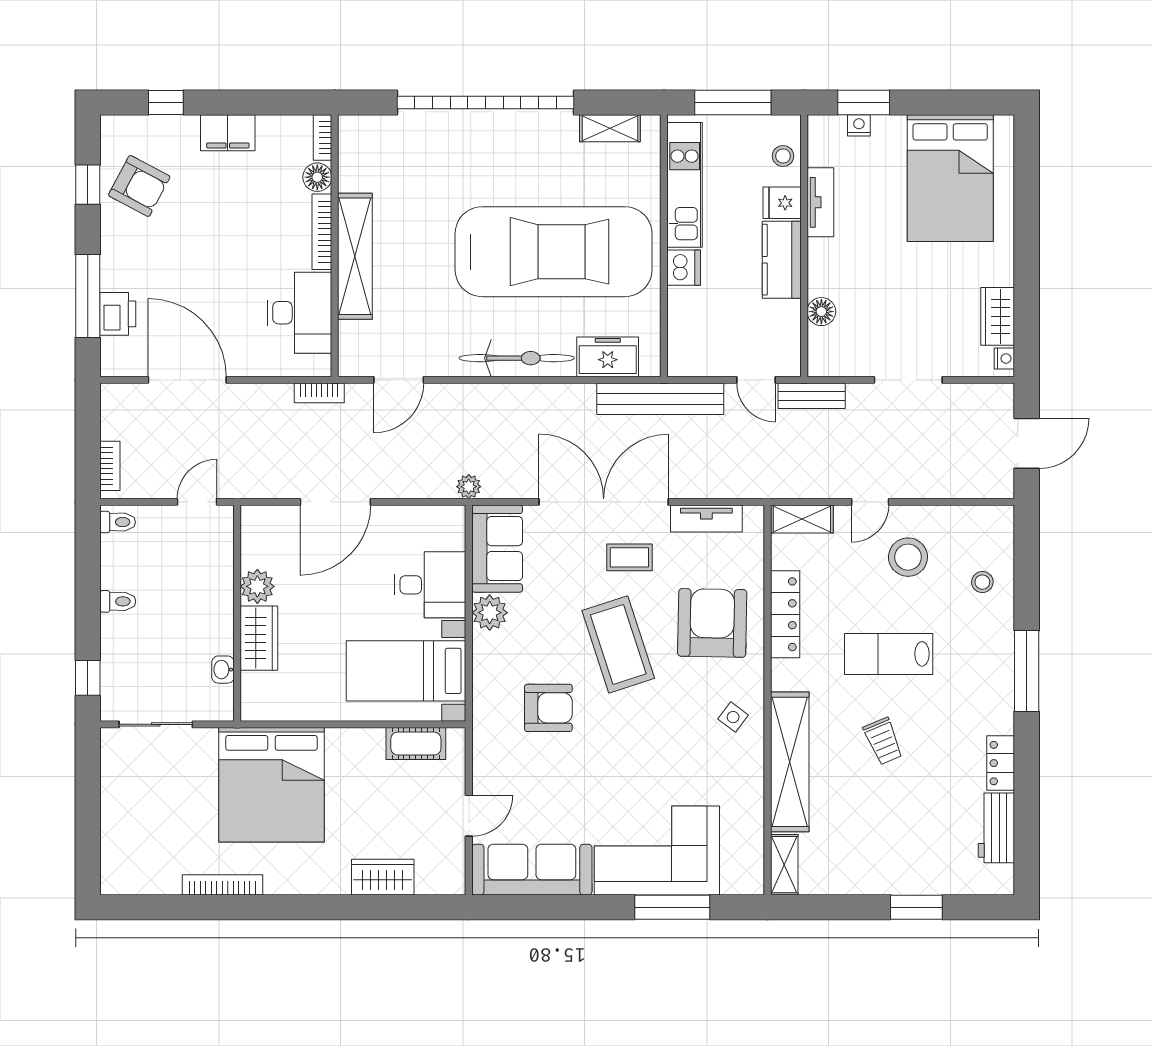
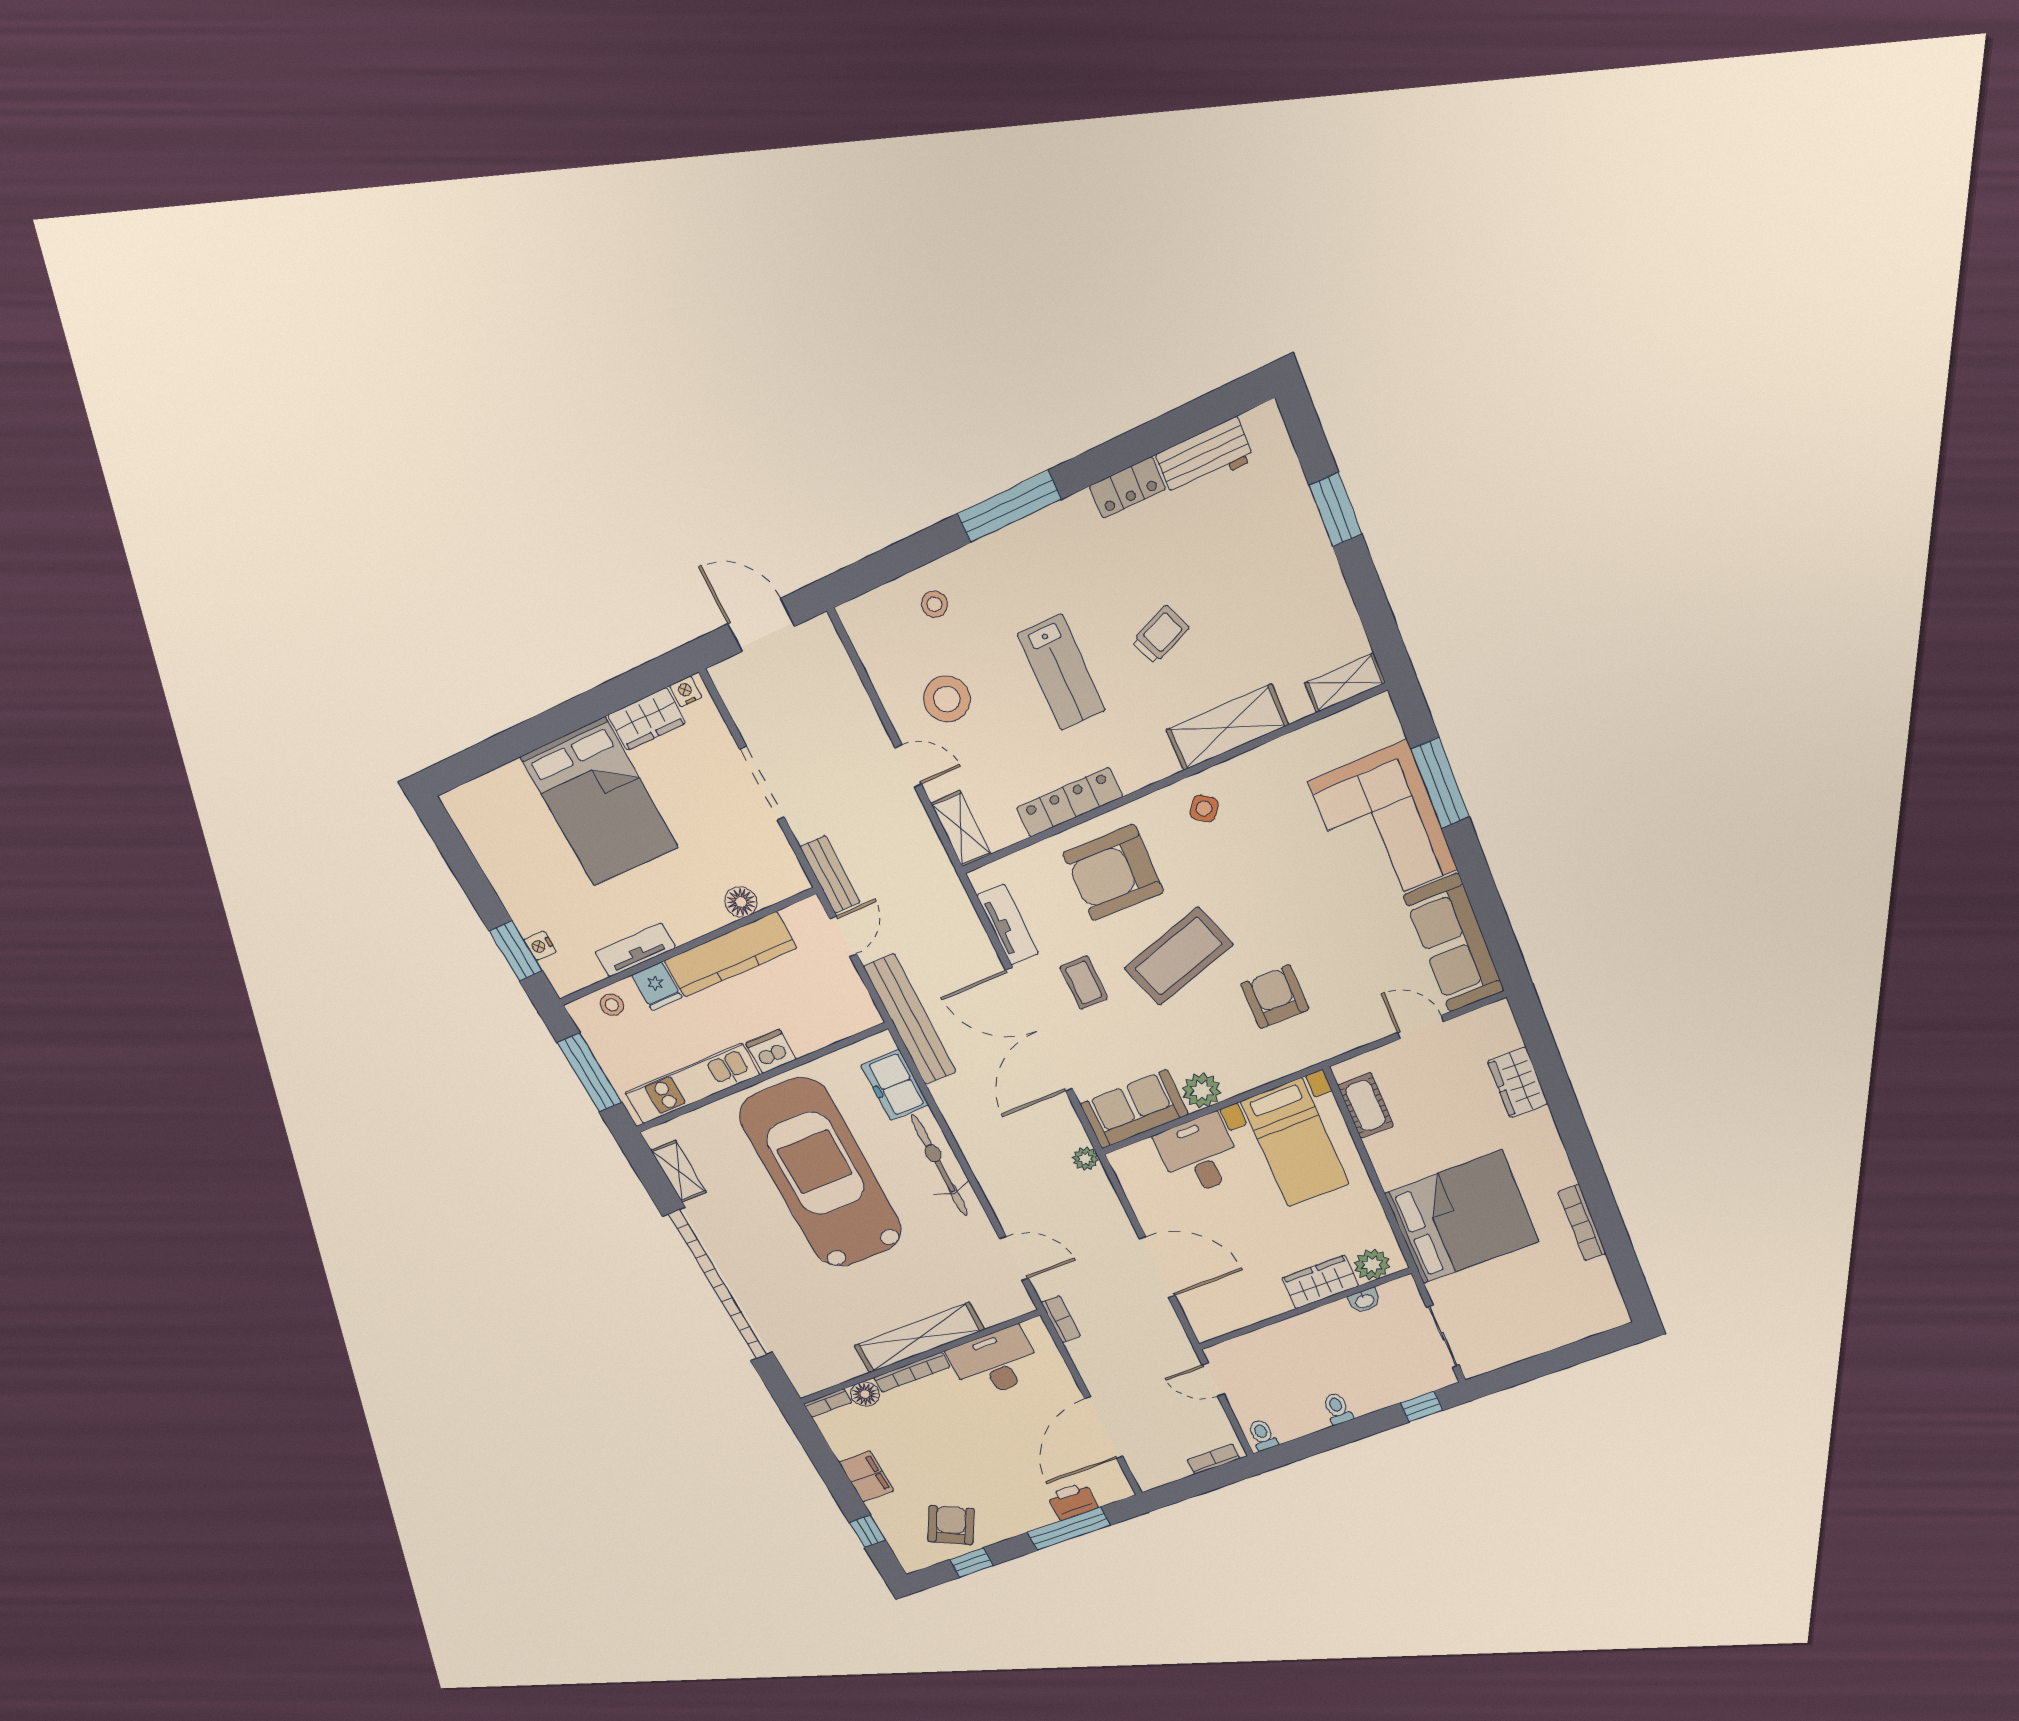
bed: (950, 178) -> (600, 803), moved, turned 90
kitchen counter: (782, 260) -> (730, 955), width x1.50
plant: (257, 586) -> (1372, 1265), moved
shelving: (790, 762) -> (1227, 727), width x0.68

